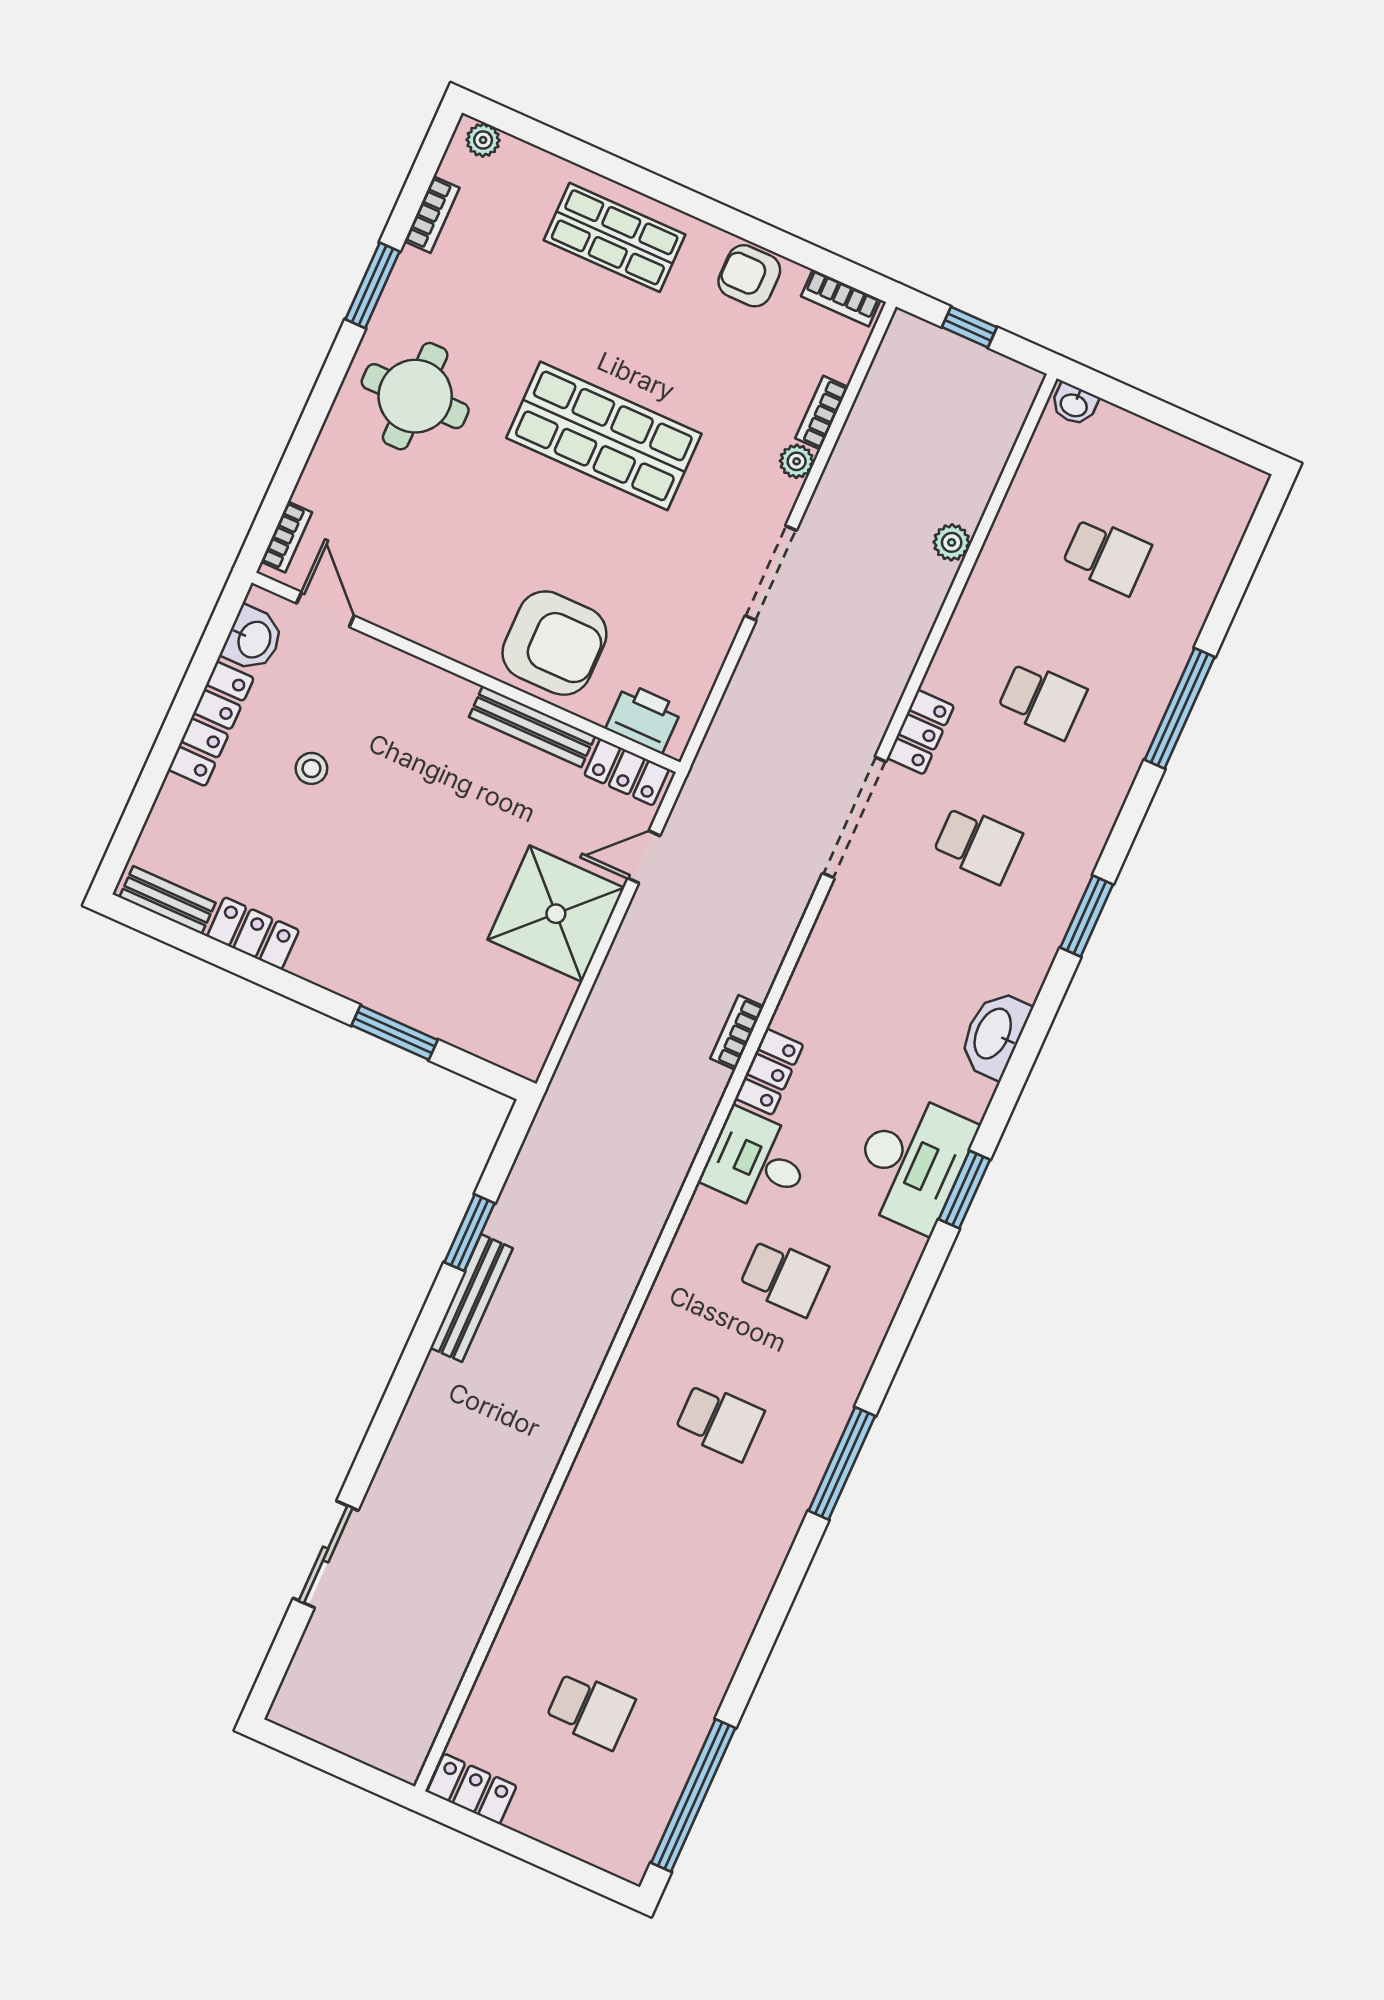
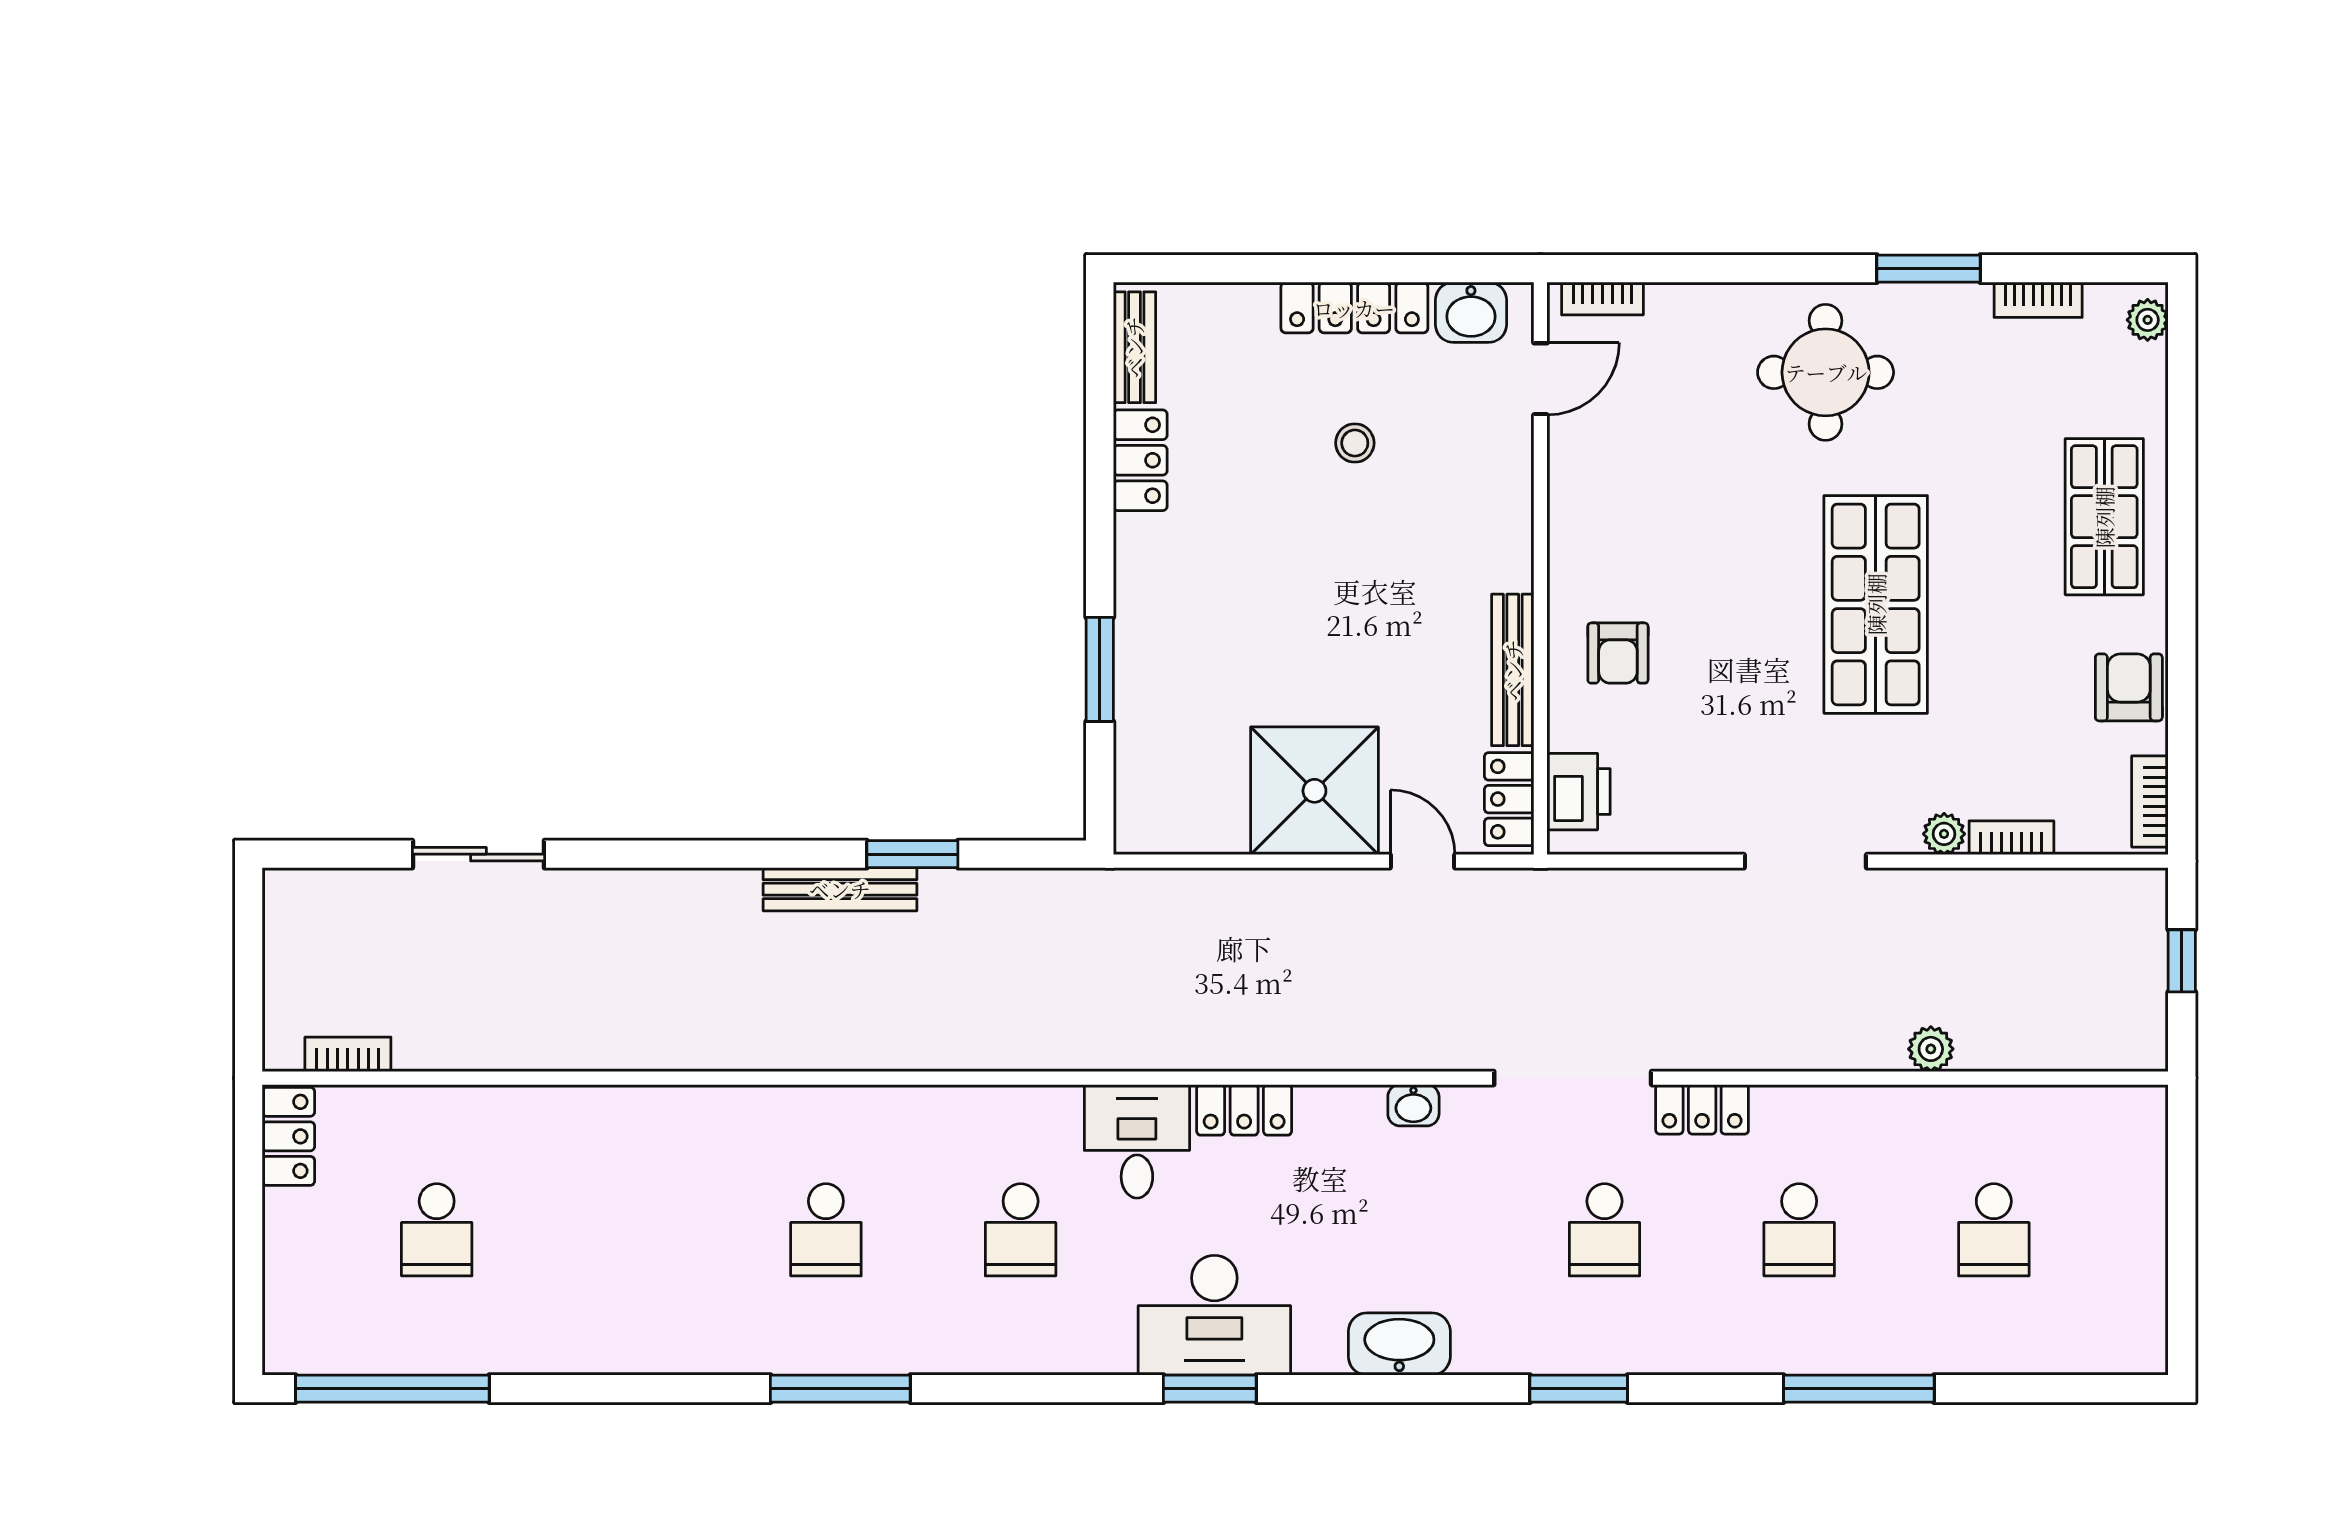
washbasin: (1074, 404) -> (1413, 1105), moved, turned -90
armchair: (554, 643) -> (1618, 653), width x0.53, depth x0.53
bookcase: (737, 1032) -> (348, 1054), moved

